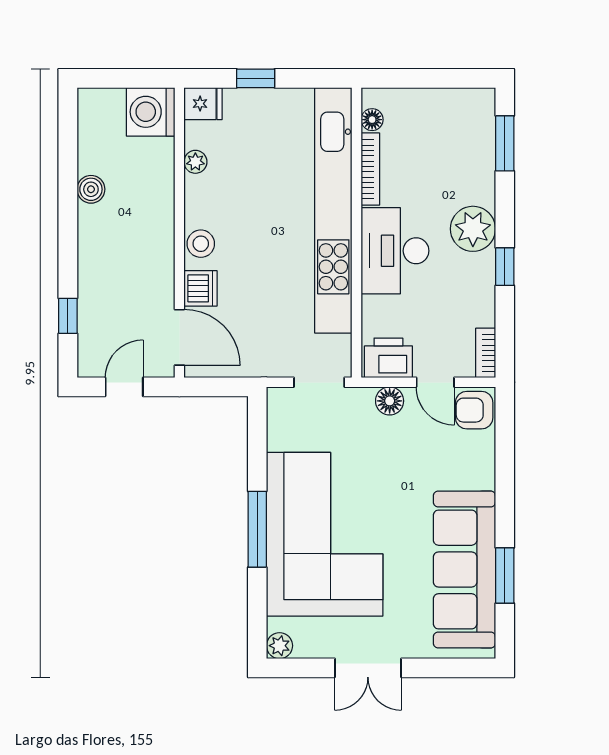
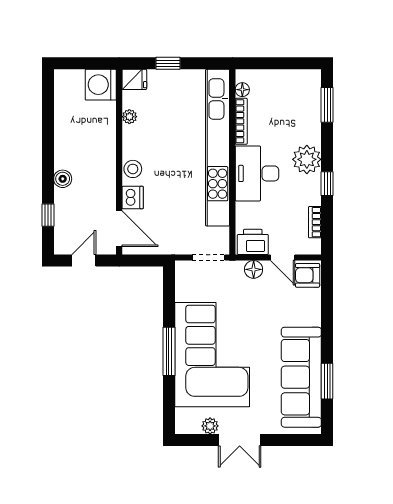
boiler: (91, 189) -> (63, 179), moved
bookcase: (486, 353) -> (315, 222), moved
plant: (279, 646) -> (210, 426), moved

